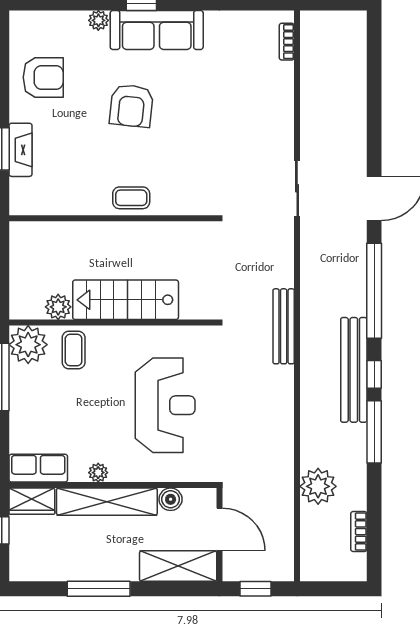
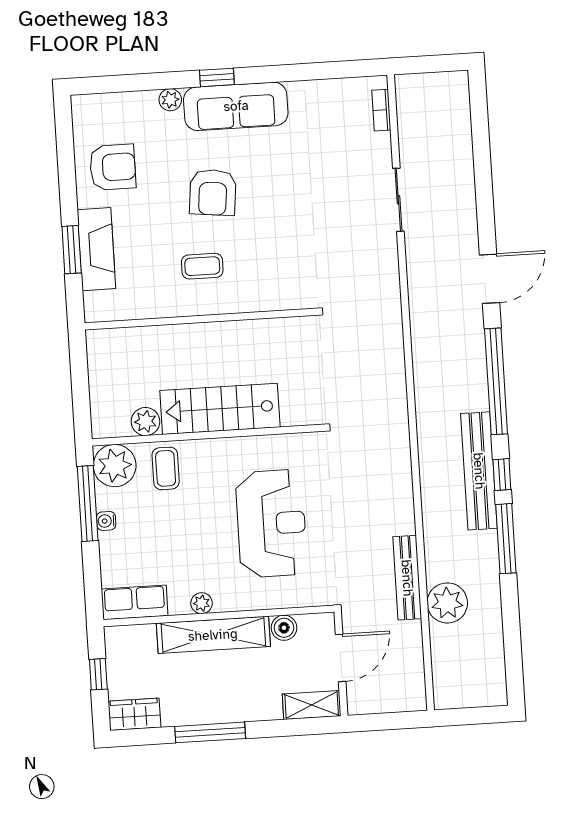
fireplace: (20, 150) -> (96, 249), width x1.37, depth x1.32
sliding door: (297, 188) -> (398, 200), moved
coffee table: (131, 198) -> (202, 266), moved
bench: (284, 326) -> (407, 578), moved
water cooler: (17, 394) -> (106, 521), added
wardrobe: (32, 501) -> (134, 714), moved, turned 180
door: (219, 529) -> (341, 658), hinge flipped
bookcase: (359, 532) -> (496, 651), removed
shelving: (178, 566) -> (312, 705), width x0.67, depth x0.75
window: (256, 589) -> (385, 721), removed

